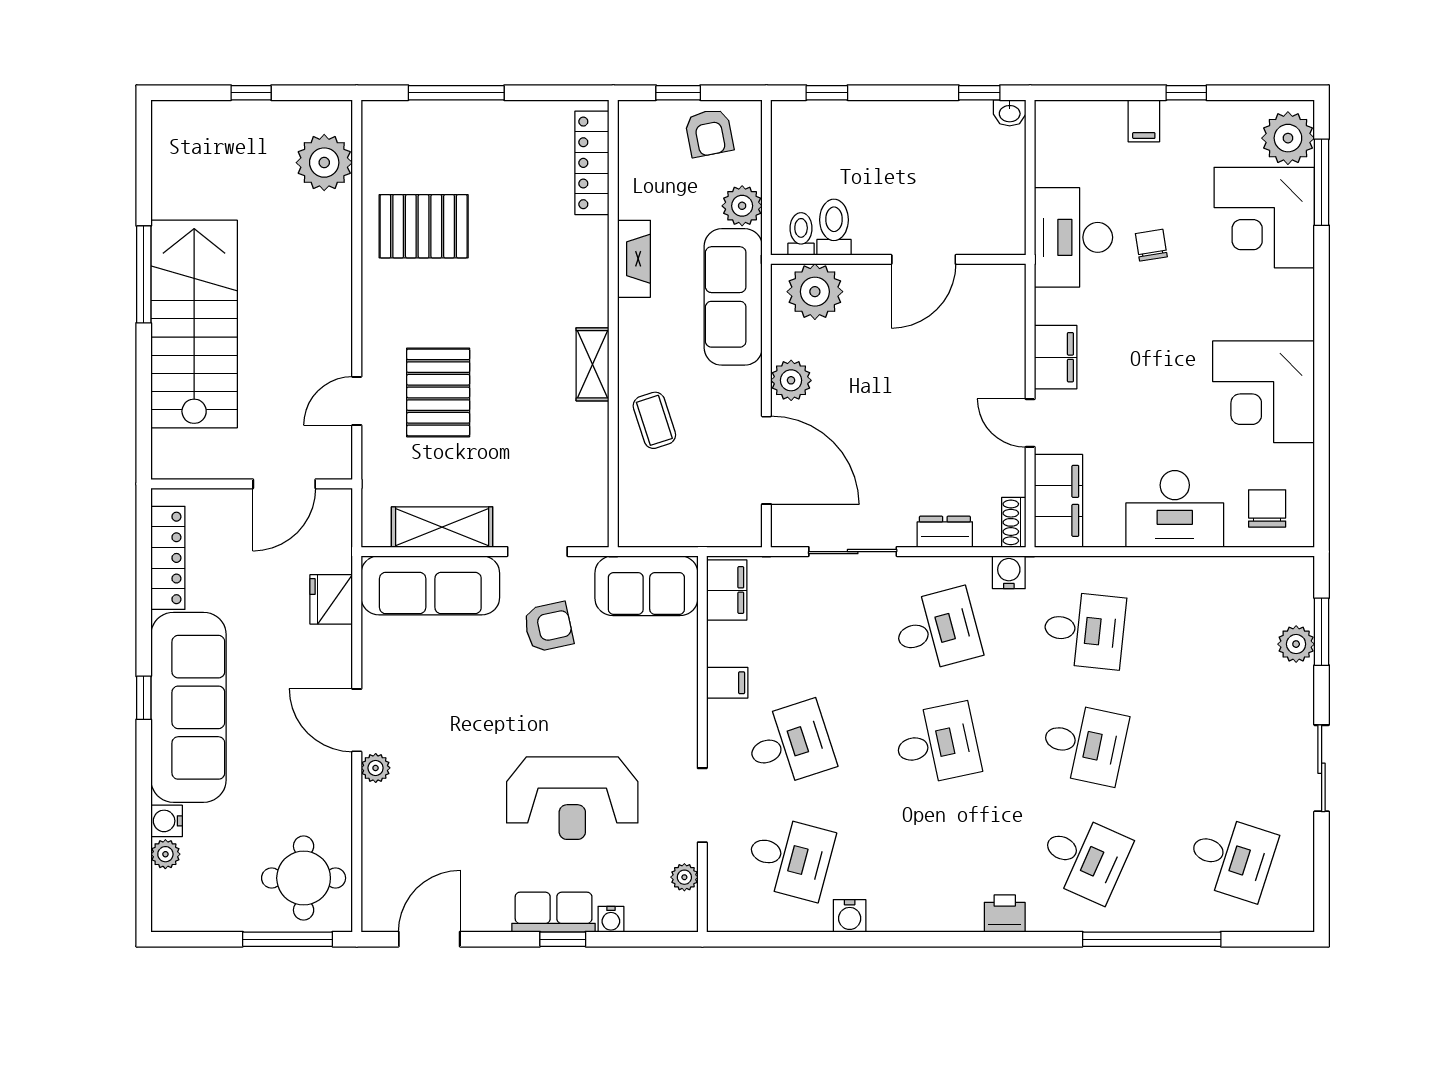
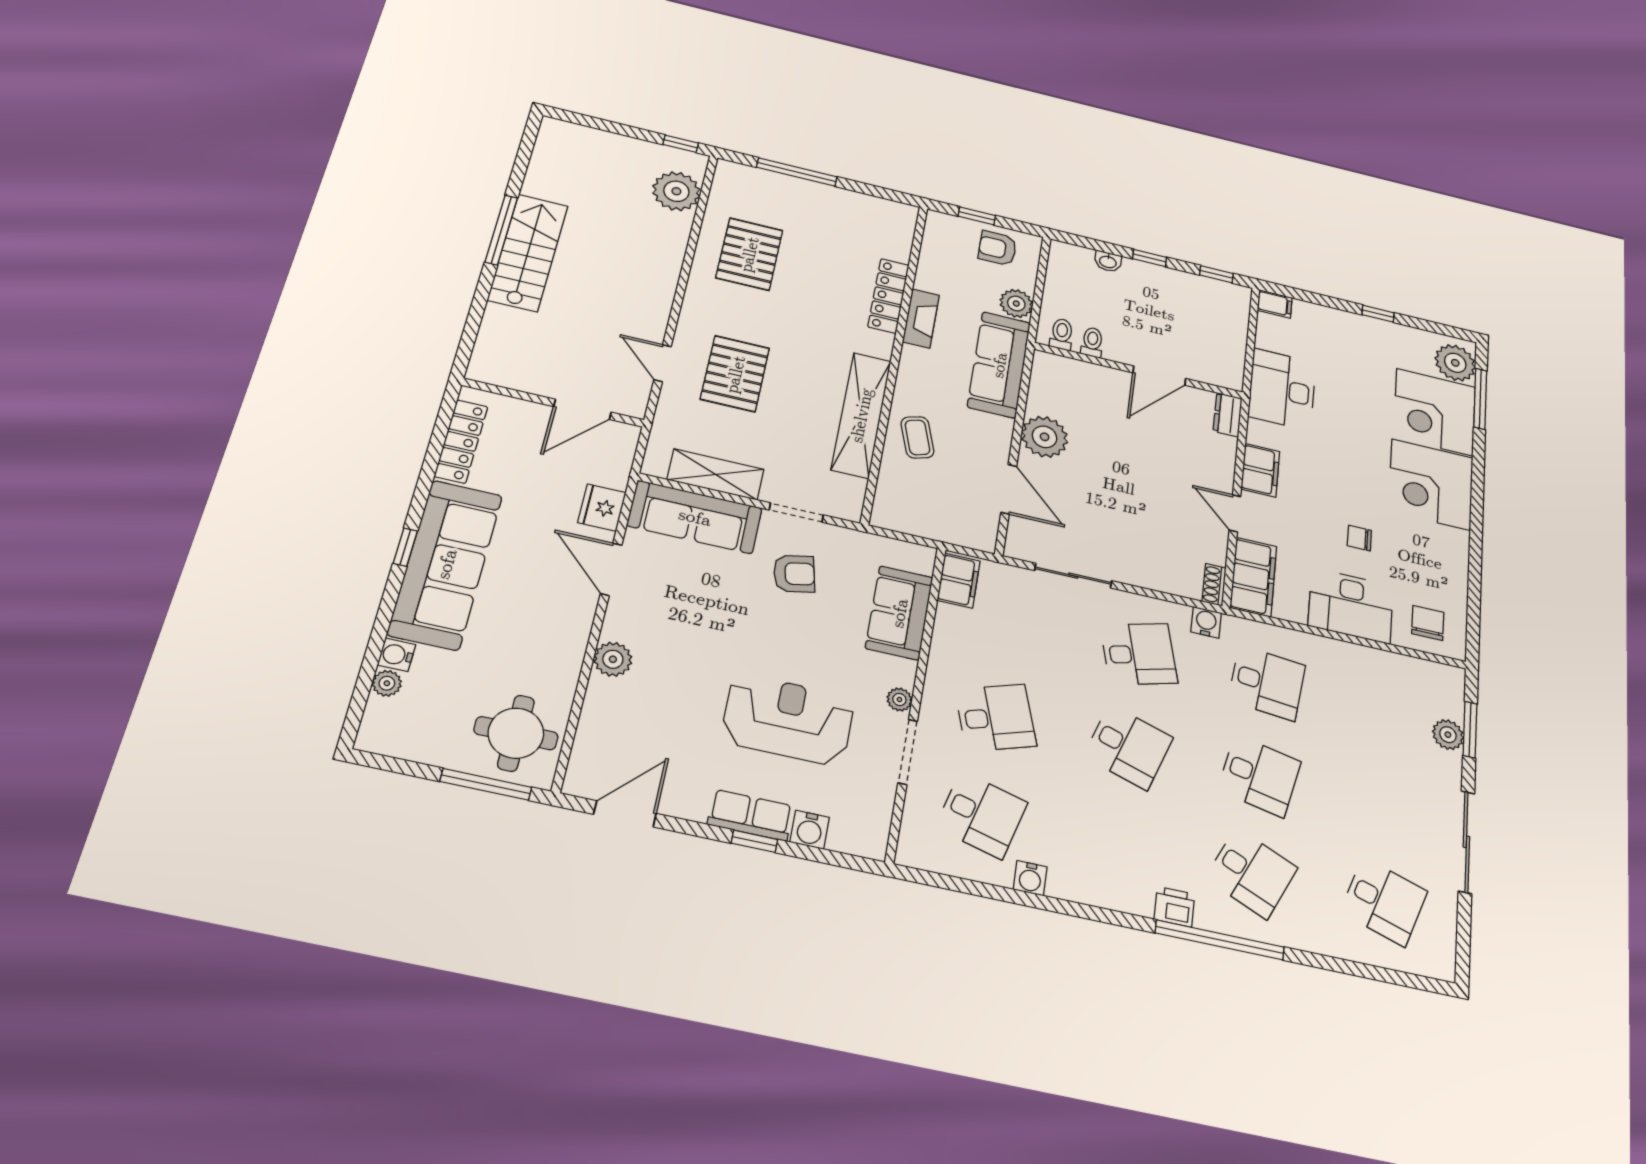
window: (251, 93) -> (681, 144), moved
window: (827, 93) -> (1150, 258), moved
washbasin: (1010, 113) -> (1108, 262), moved
filing cabinet: (1144, 121) -> (1275, 304), moved, turned -90
armchair: (709, 133) -> (997, 248), turned 101
locker: (592, 163) -> (889, 296), moved
pallet: (424, 226) -> (749, 254), turned 90
toilet: (834, 227) -> (1092, 342), width x0.73, depth x0.72
chair: (1151, 245) -> (1359, 538), moved, turned -81
plant: (815, 292) -> (1067, 377), removed
stairs: (194, 324) -> (528, 253), width x0.73, depth x0.66
shelving: (593, 364) -> (861, 415), width x2.20, depth x1.33
plant: (791, 380) -> (1045, 437), width x1.36, depth x1.36
corner desk: (1264, 392) -> (1431, 485), moved
door: (357, 401) -> (662, 363), hinge flipped
door: (766, 460) -> (1009, 489), width x0.73
dresser: (945, 532) -> (1228, 415), moved, turned -90
sofa: (646, 586) -> (899, 613), moved, turned 90
filing cabinet: (727, 683) -> (947, 655), removed
door: (357, 720) -> (611, 569), moved
desk: (937, 744) -> (1128, 747), turned 30
plant: (376, 768) -> (613, 659), width x1.38, depth x1.38
sliding door: (1322, 768) -> (1466, 842), width x1.37
reception desk: (572, 798) -> (788, 719), turned 180
plant: (684, 877) -> (899, 699), moved
water cooler: (611, 919) -> (810, 830), width x1.38, depth x1.38
window: (1152, 939) -> (1220, 940), moved

